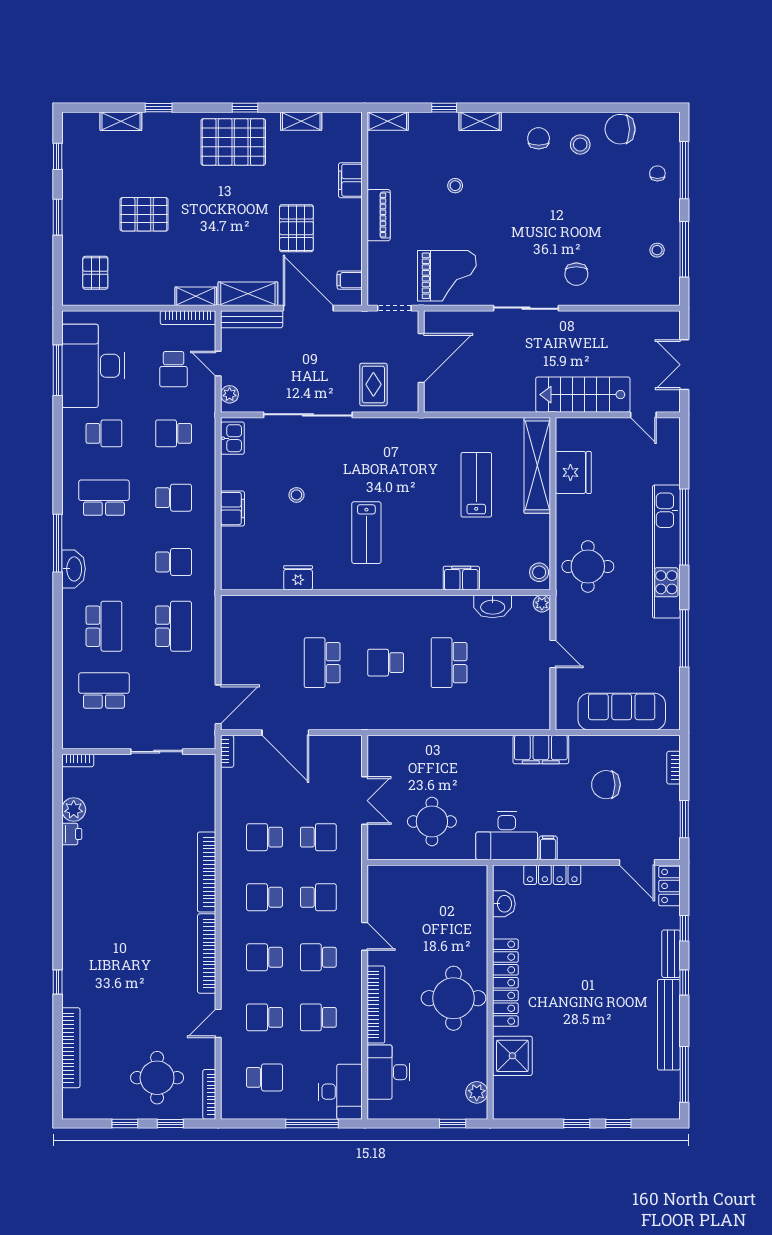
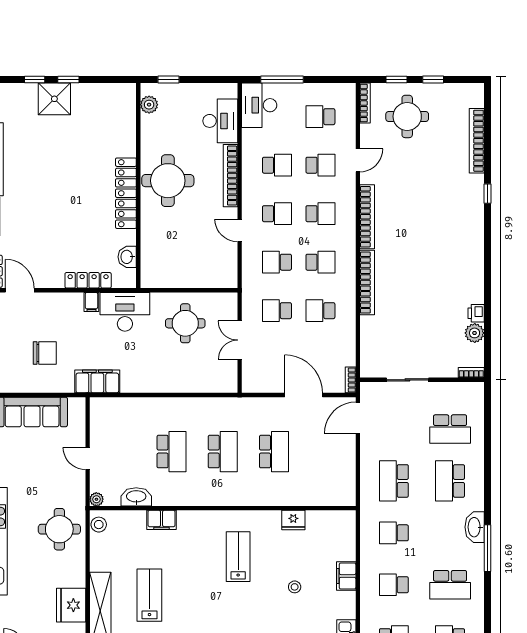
lab bench: (476, 485) -> (149, 595), turned 180
school desk: (386, 663) -> (223, 452), width x1.85
school desk: (265, 837) -> (320, 311), turned 180
shower: (512, 1056) -> (54, 99), moved

